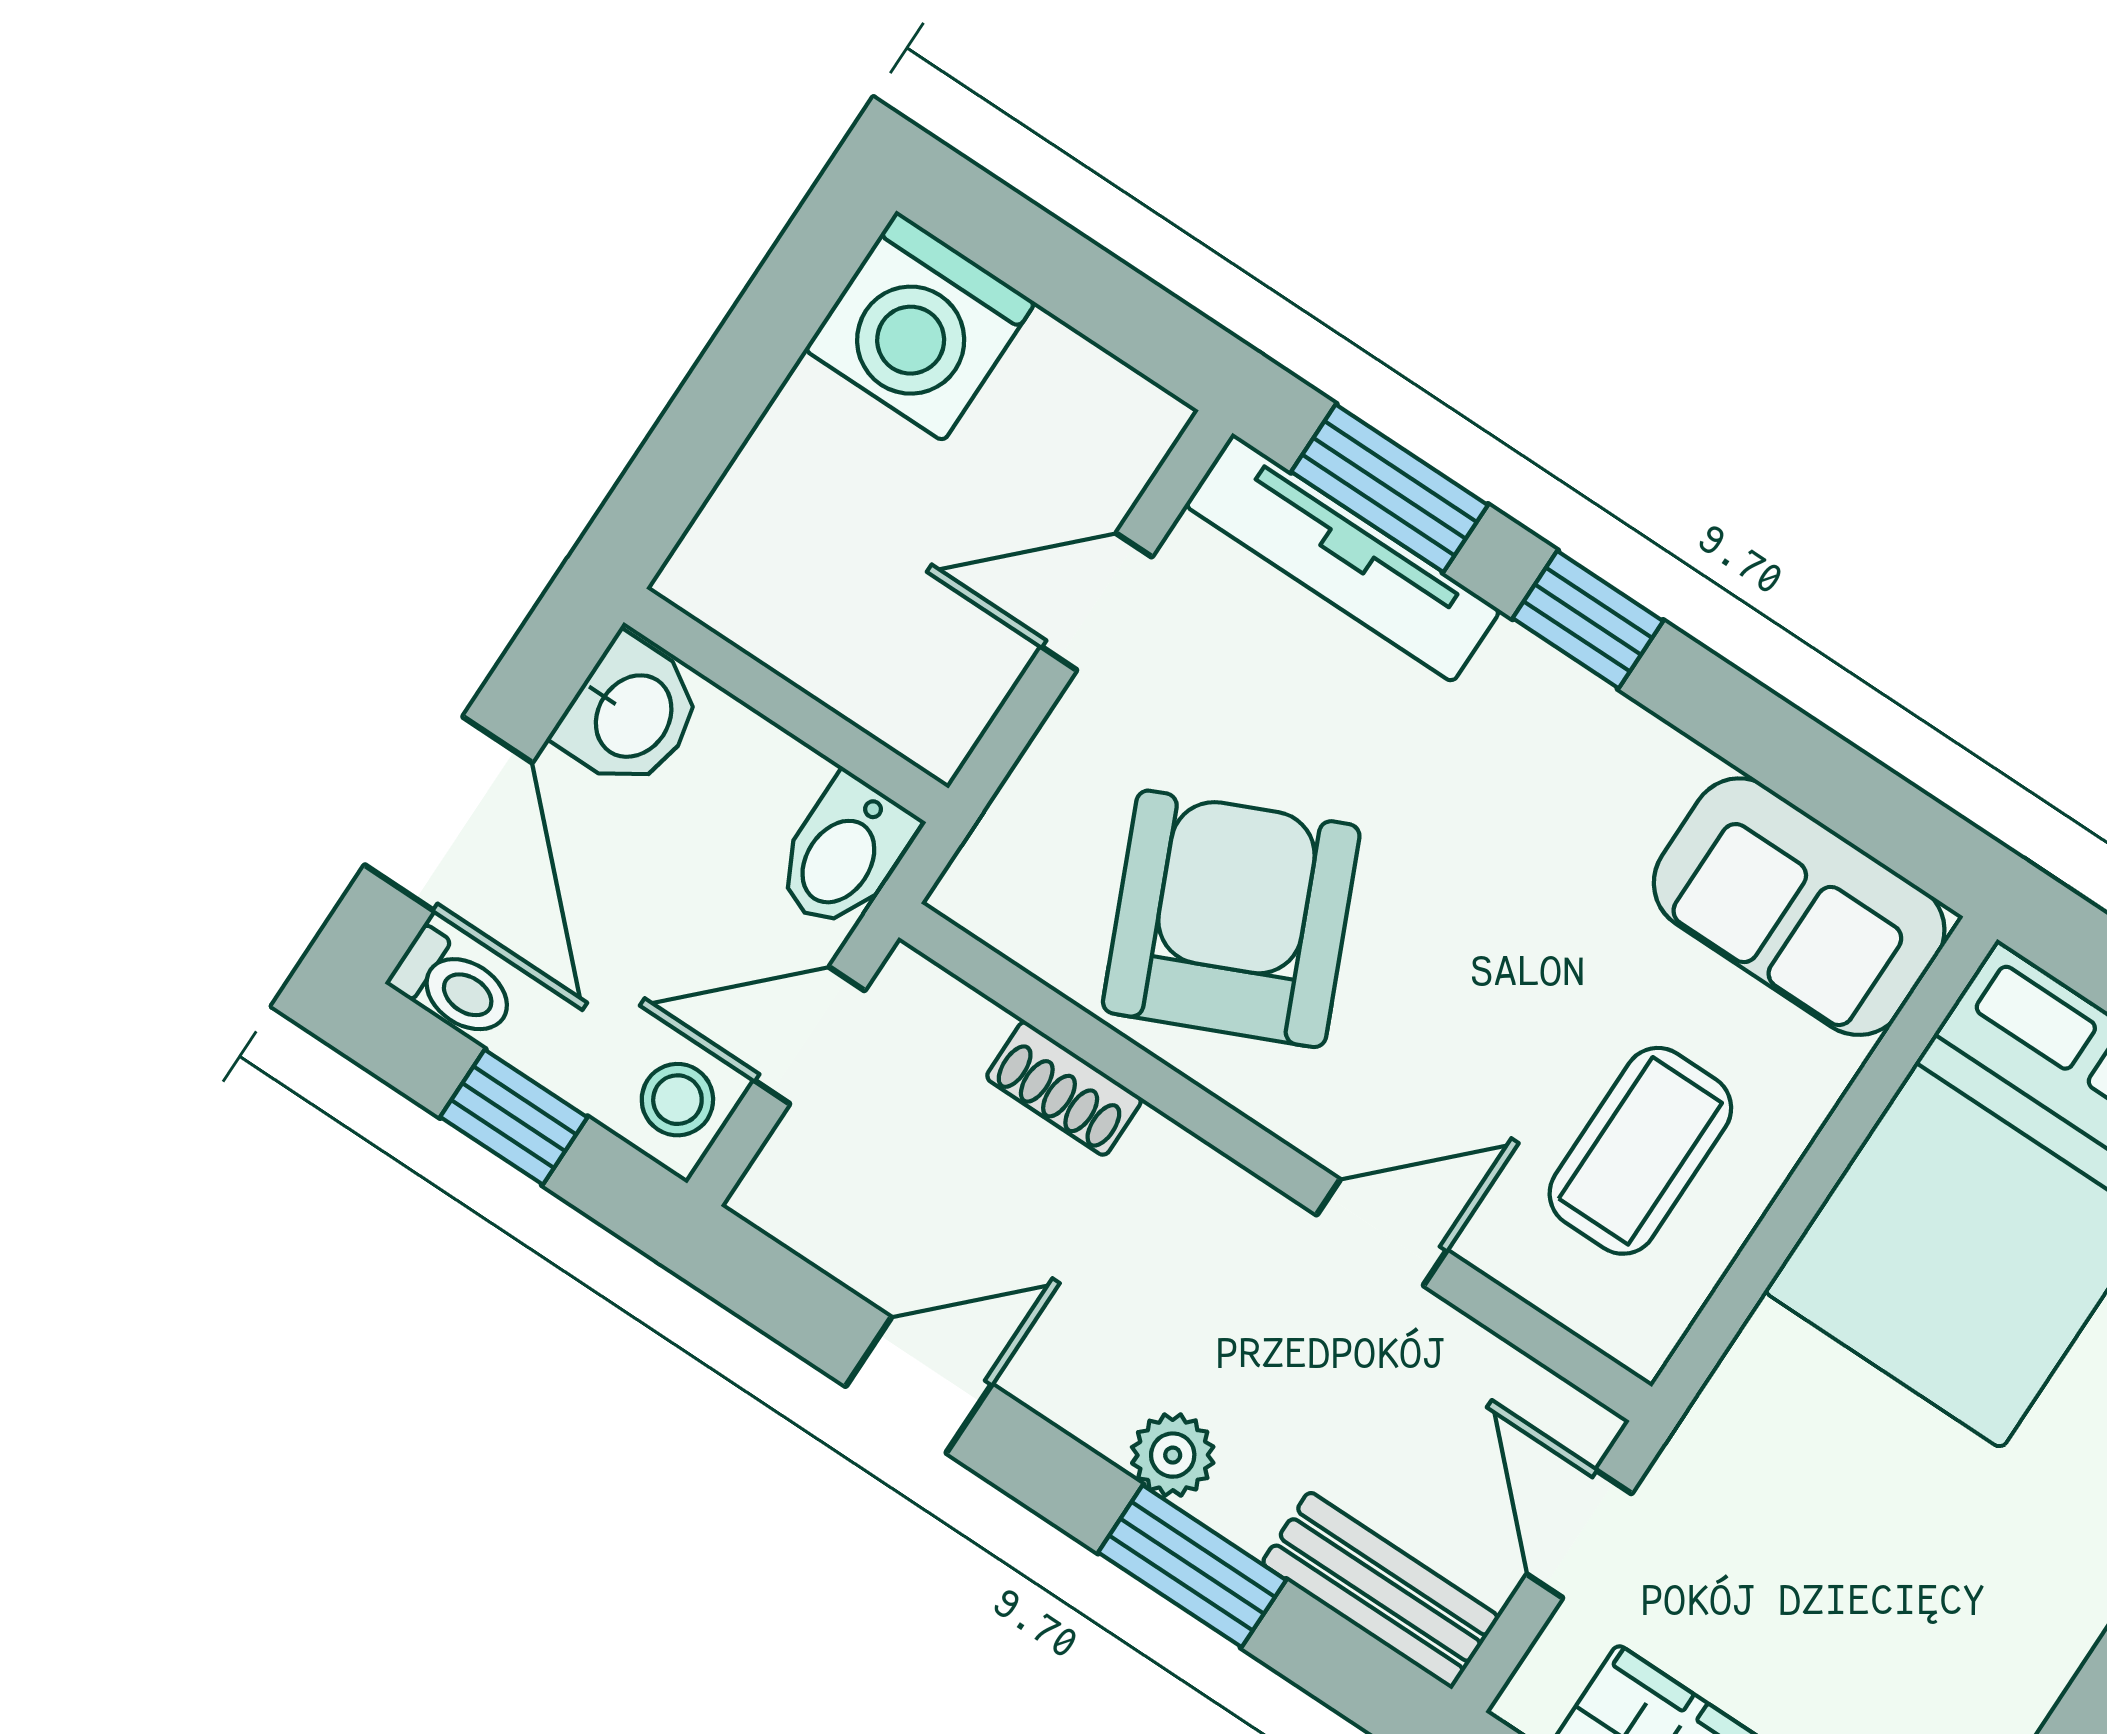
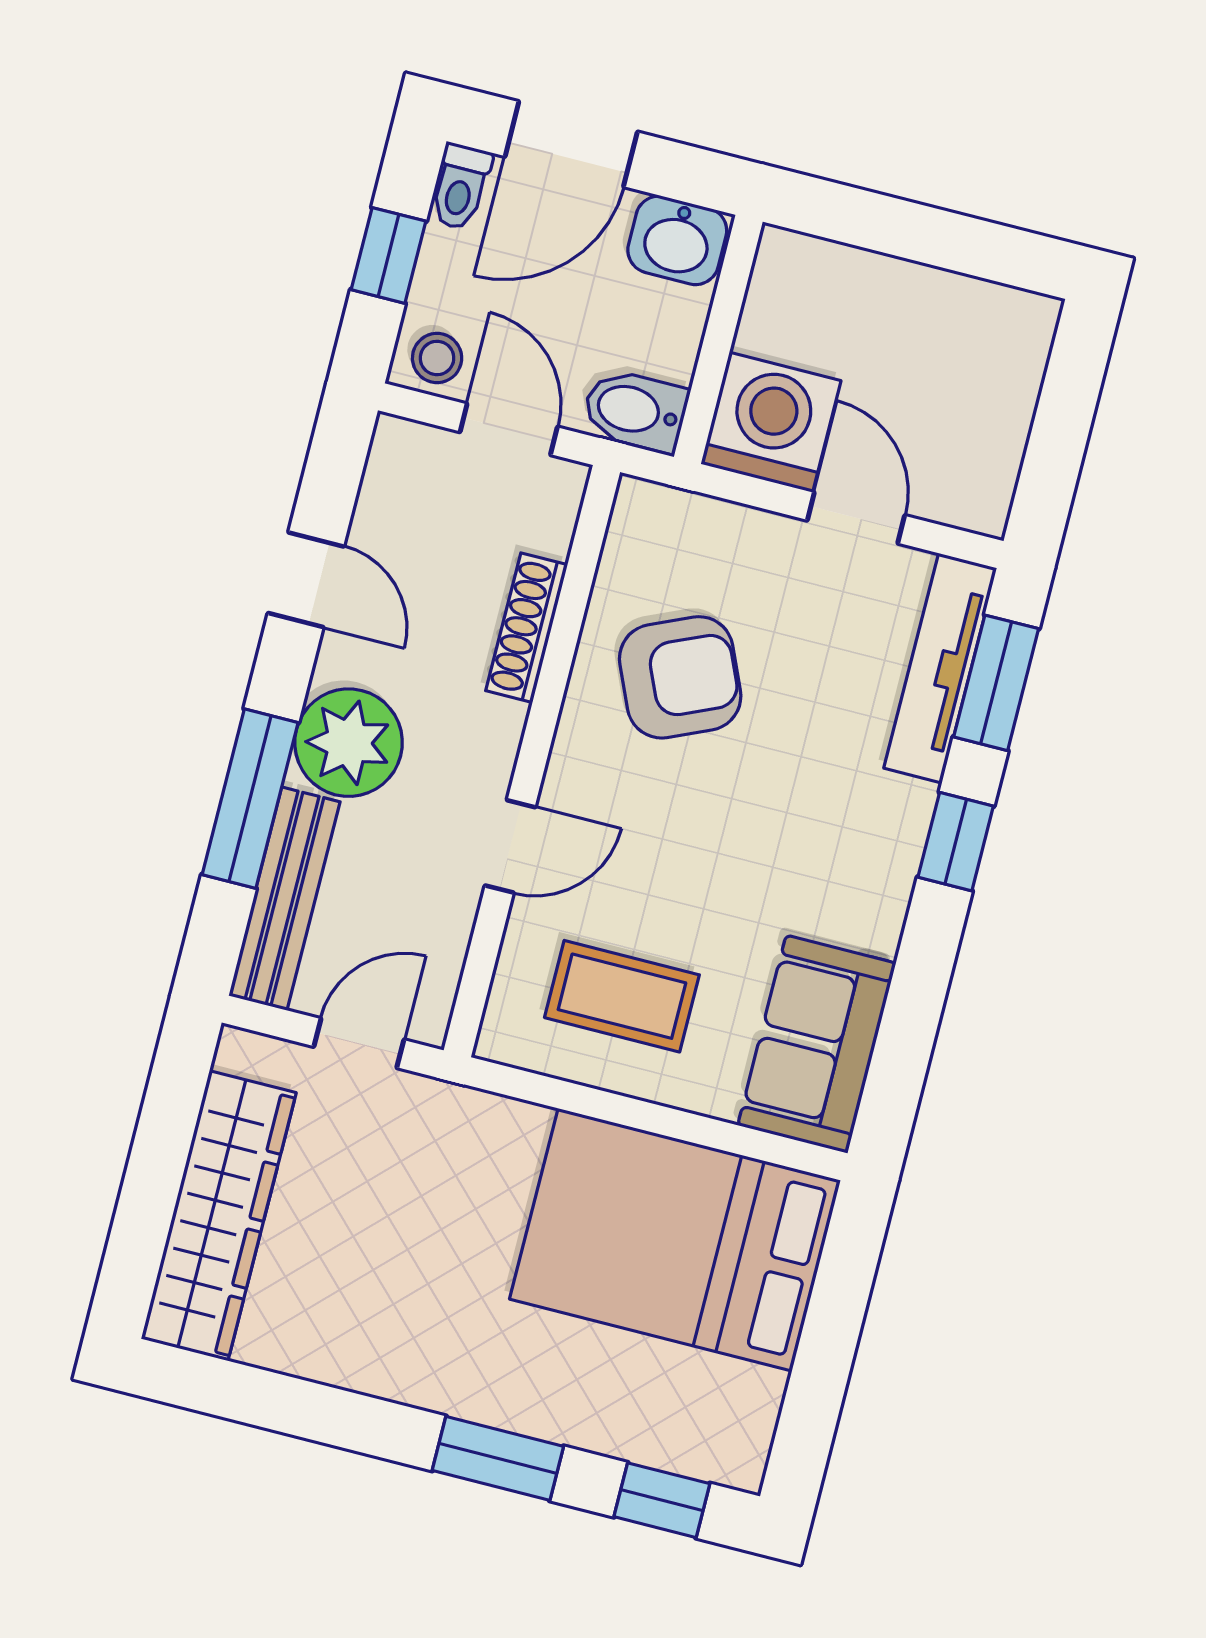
washing machine: (920, 326) -> (771, 422), moved, turned 90
armchair: (1231, 919) -> (680, 677), width x0.73, depth x0.73
shoe rack: (1064, 1088) -> (527, 628), width x1.43
door: (1382, 1232) -> (510, 846), hinge flipped
plant: (1173, 1455) -> (349, 743), width x1.87, depth x1.87
window: (1192, 1566) -> (250, 799), width x1.44
bench: (1380, 1590) -> (284, 899), width x1.36

